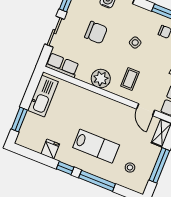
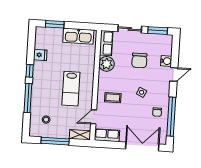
plant: (101, 79) -> (107, 64), moved
lab bench: (96, 146) -> (71, 89), moved

